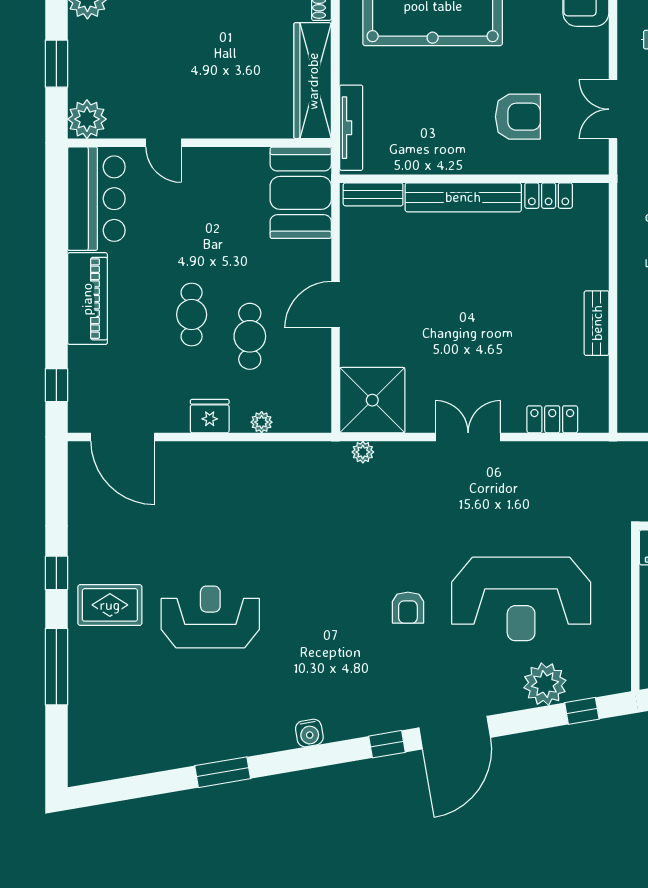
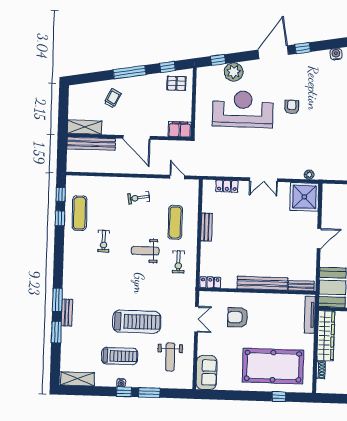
locker: (549, 196) -> (210, 282), moved

